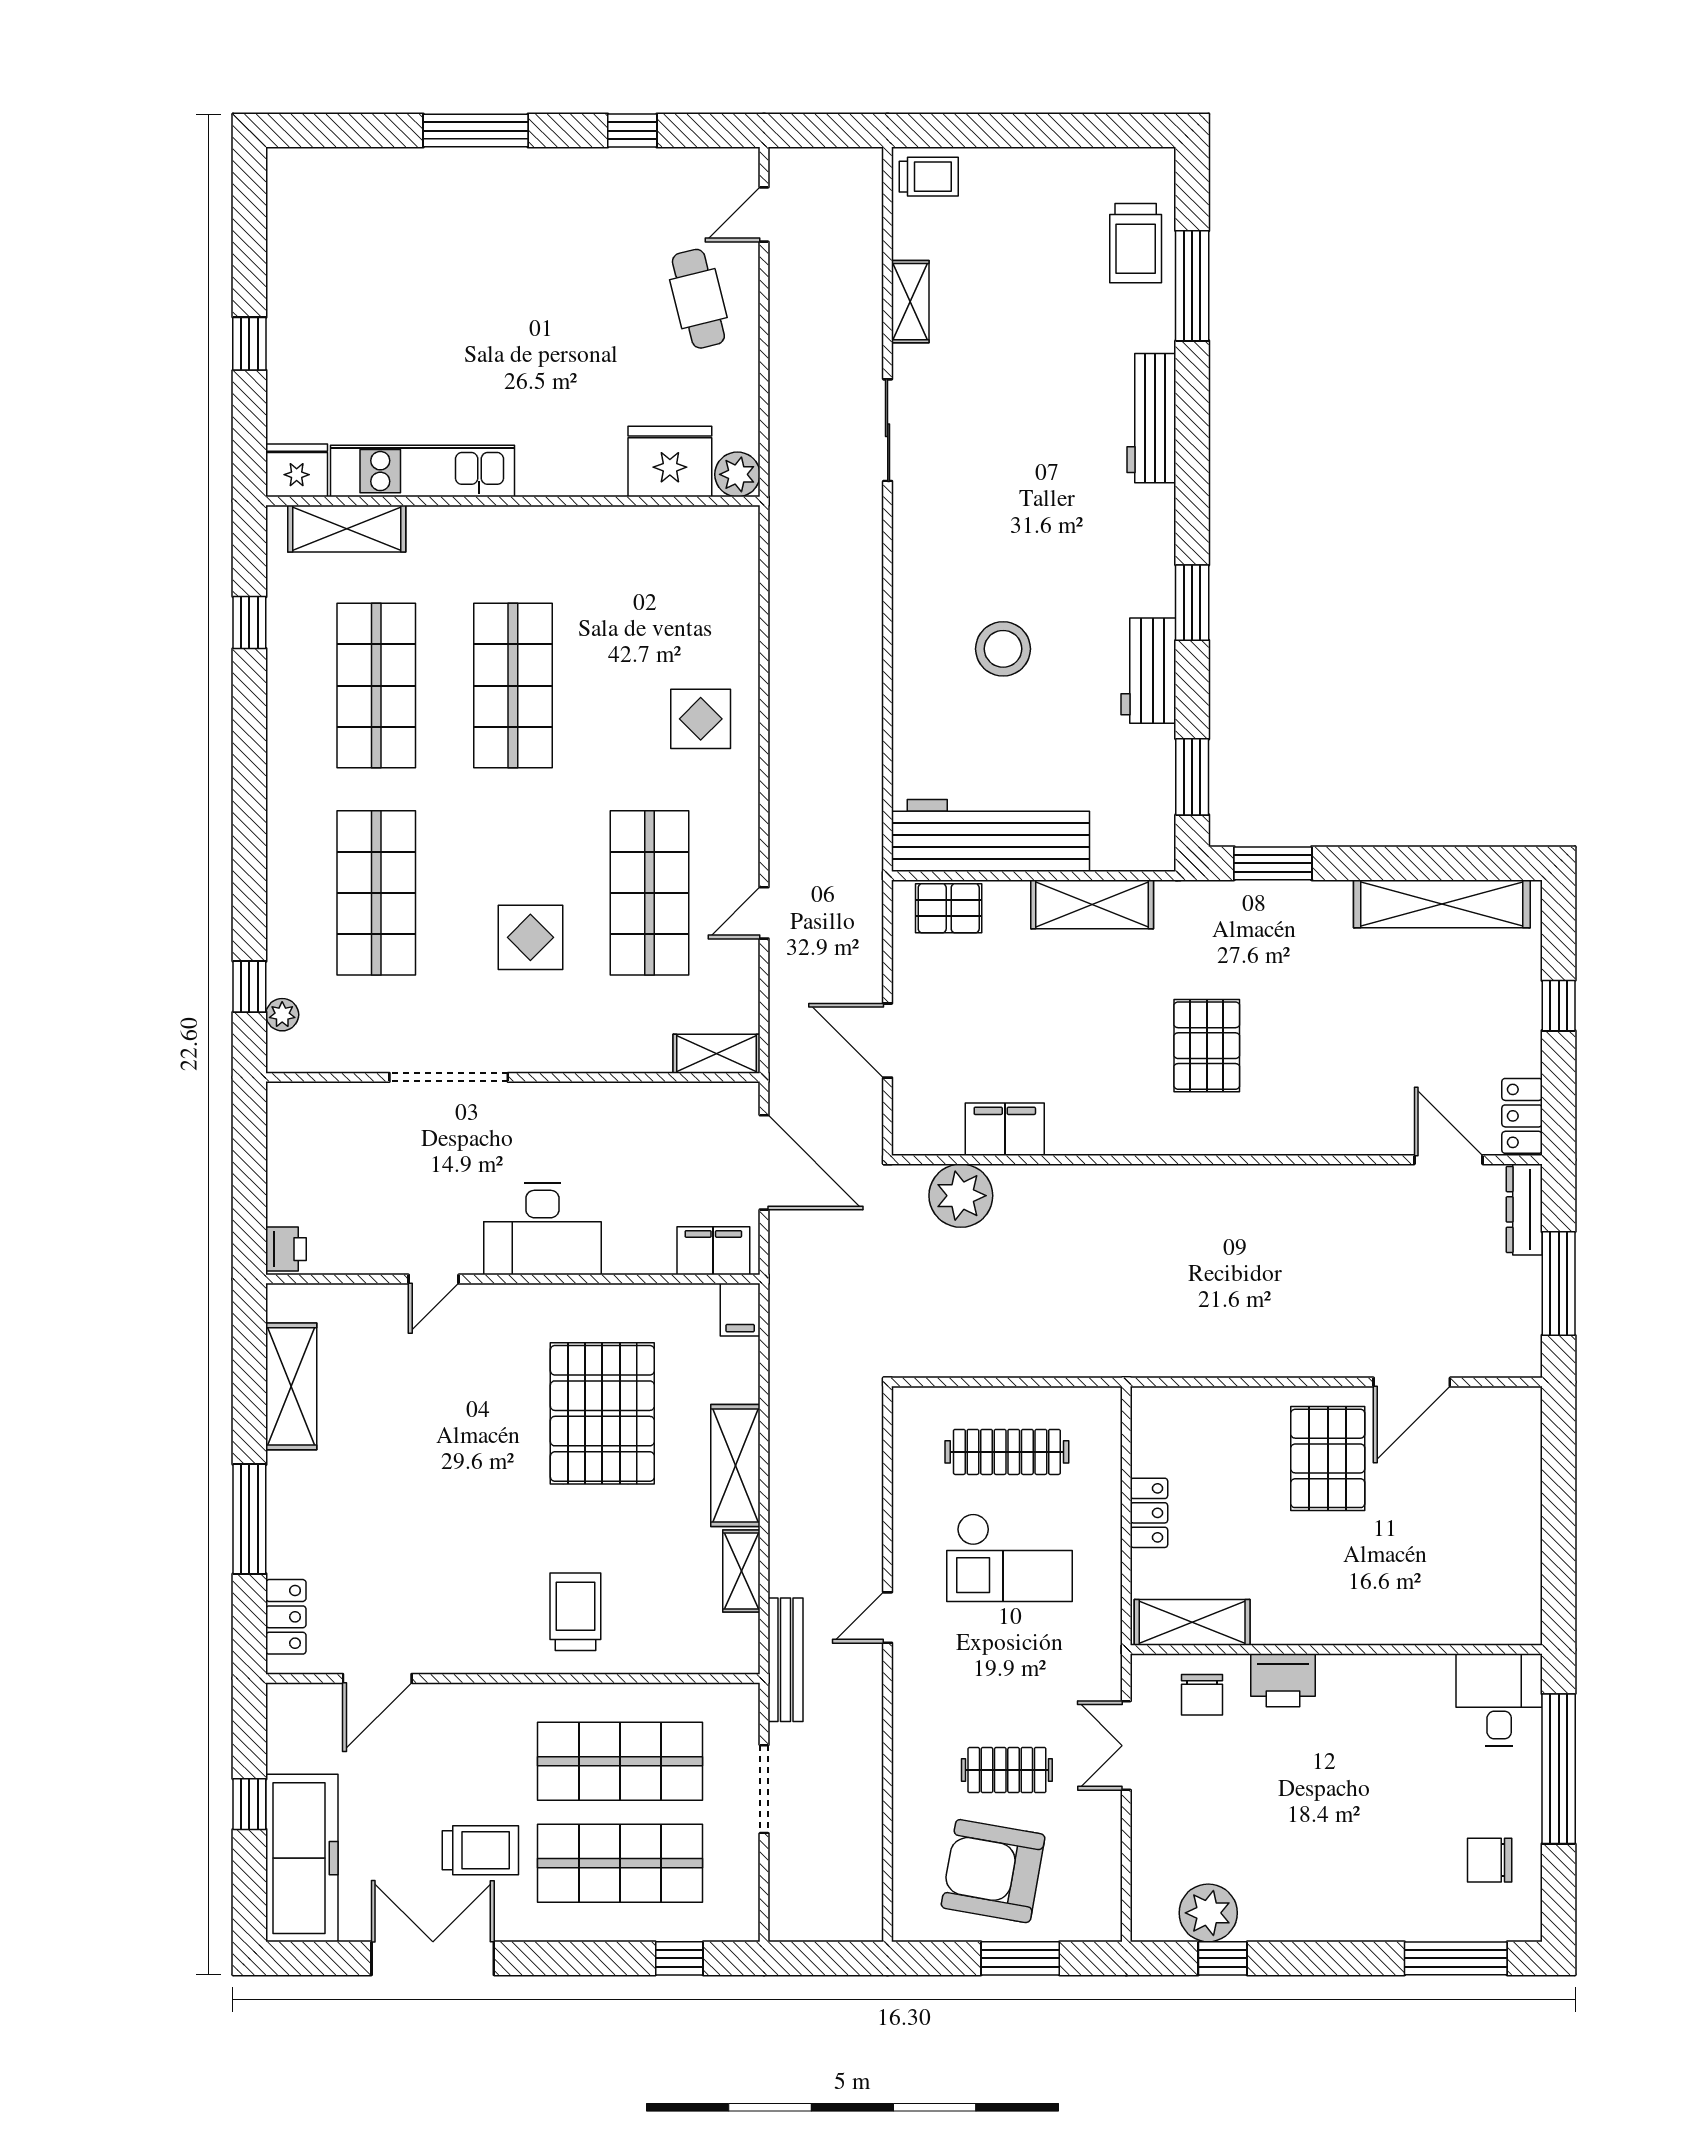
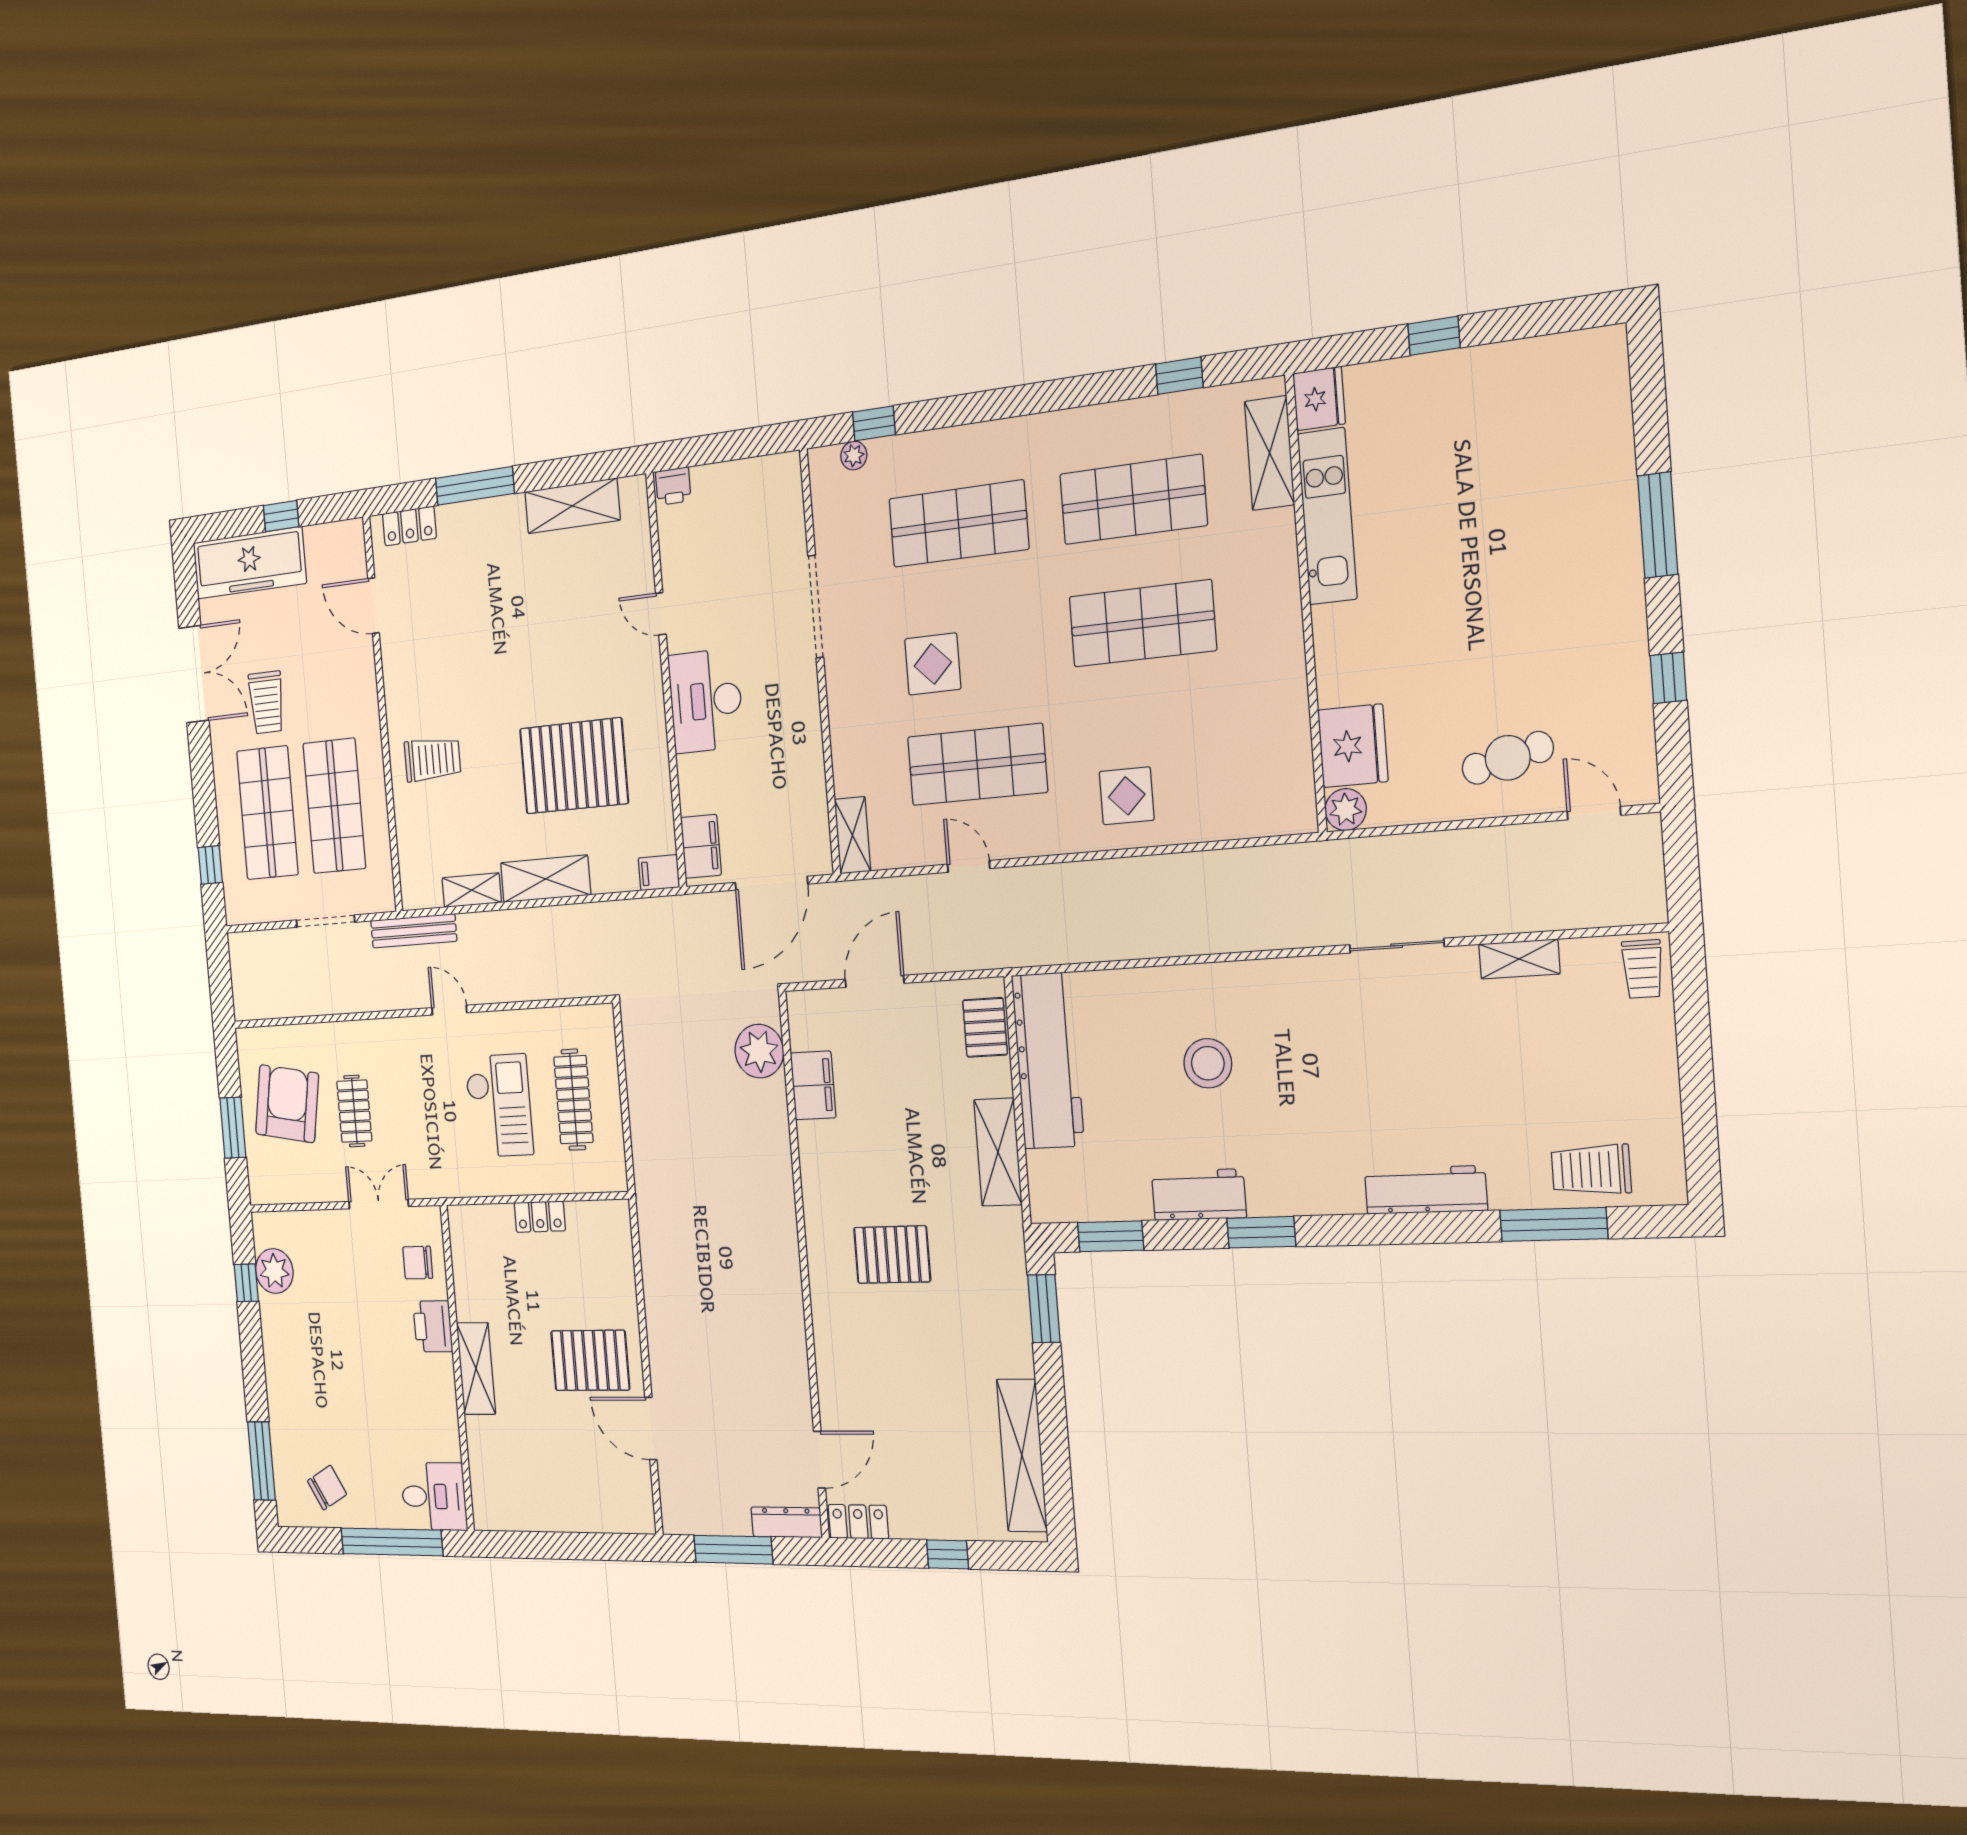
checkout: (1009, 1558) -> (499, 1106), turned 180
shelving: (1192, 1622) -> (476, 1369), moved
chair: (1490, 1860) -> (327, 1488), turned 61

